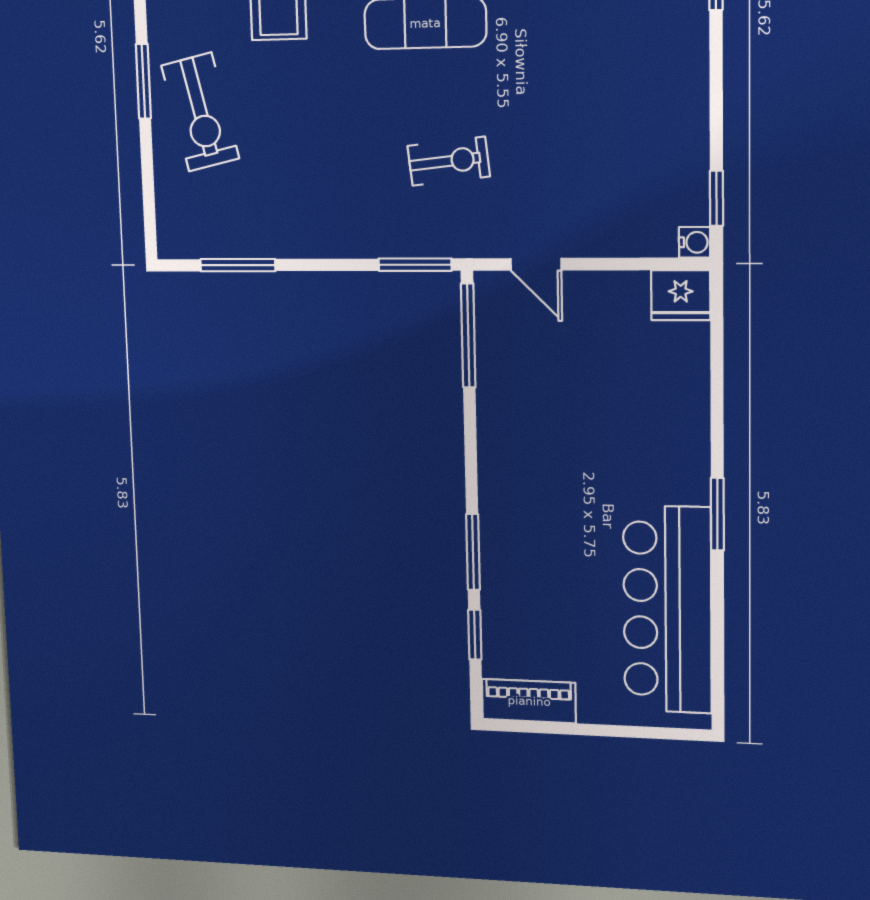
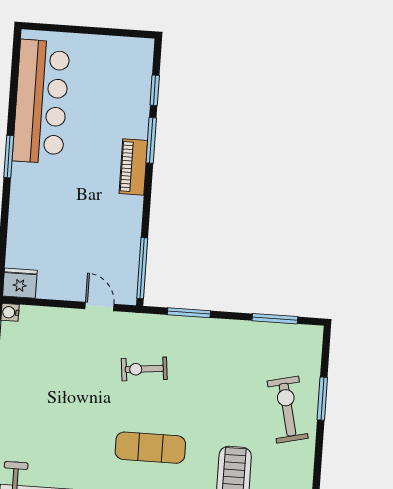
window: (143, 81) -> (322, 399), moved
window: (415, 265) -> (189, 313), moved
piano: (529, 701) -> (133, 167), moved, turned 90

